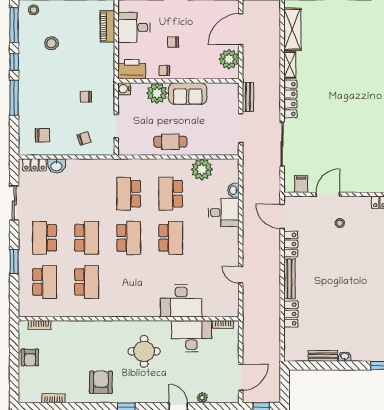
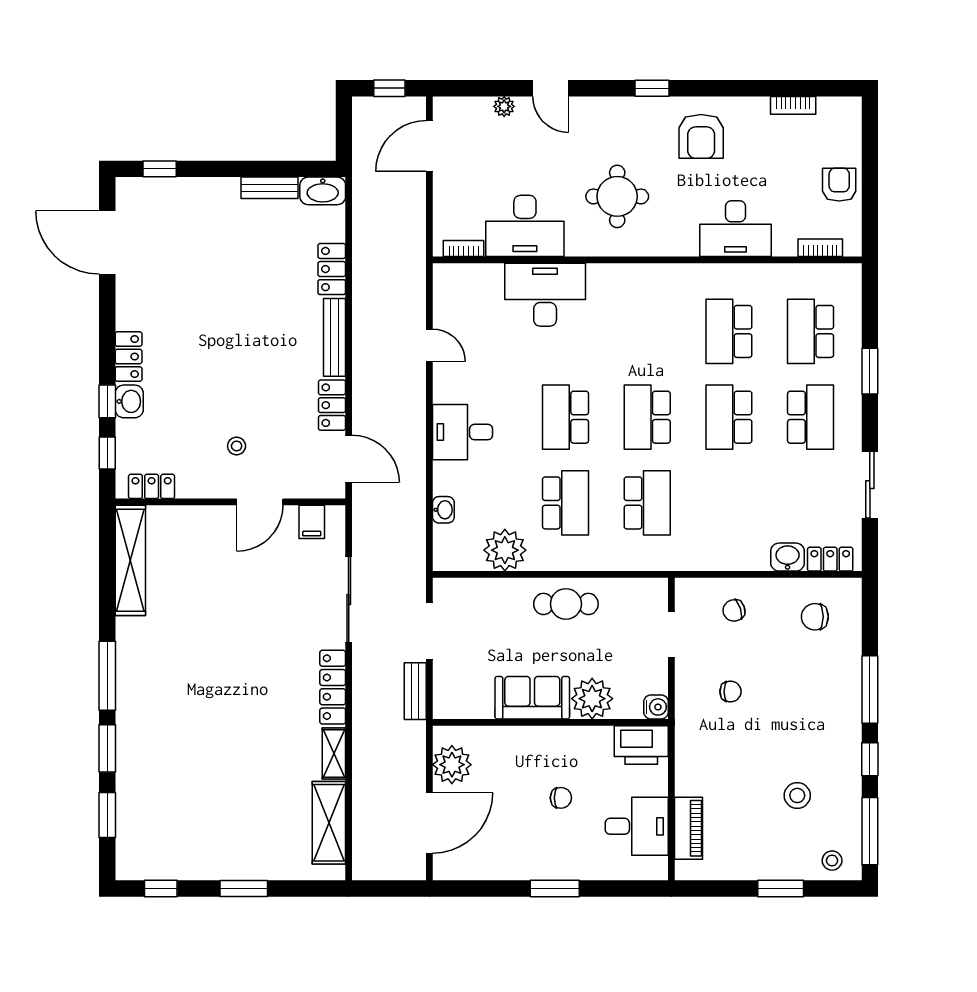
chair: (164, 70) -> (578, 743), removed
desk: (224, 212) -> (463, 432), moved
desk: (83, 335) -> (736, 229), added
washbasin: (345, 356) -> (323, 191), moved, width x1.91, depth x1.45

